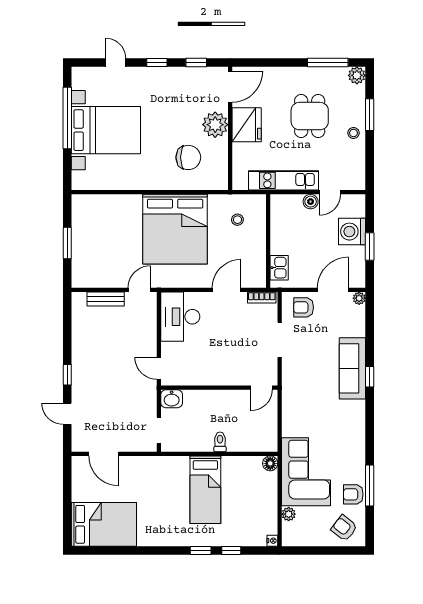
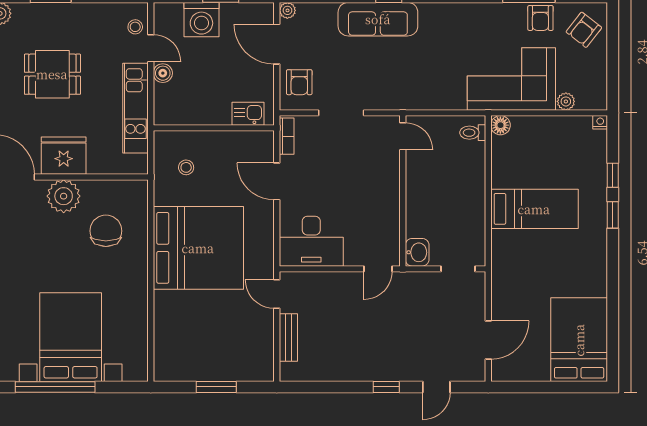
stool: (353, 133) -> (135, 27), moved
toilet: (220, 442) -> (473, 133), moved

